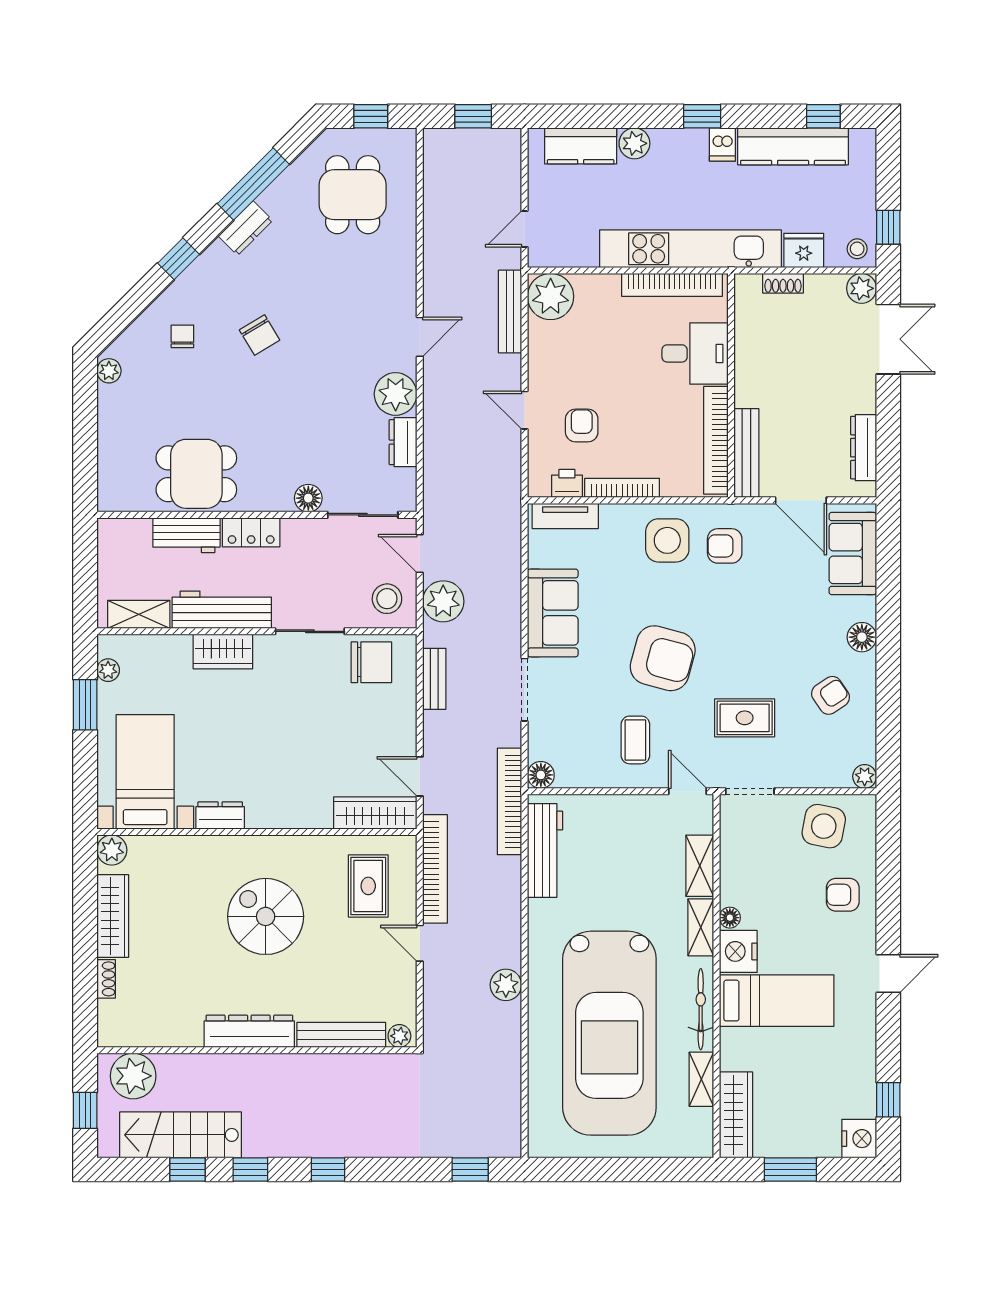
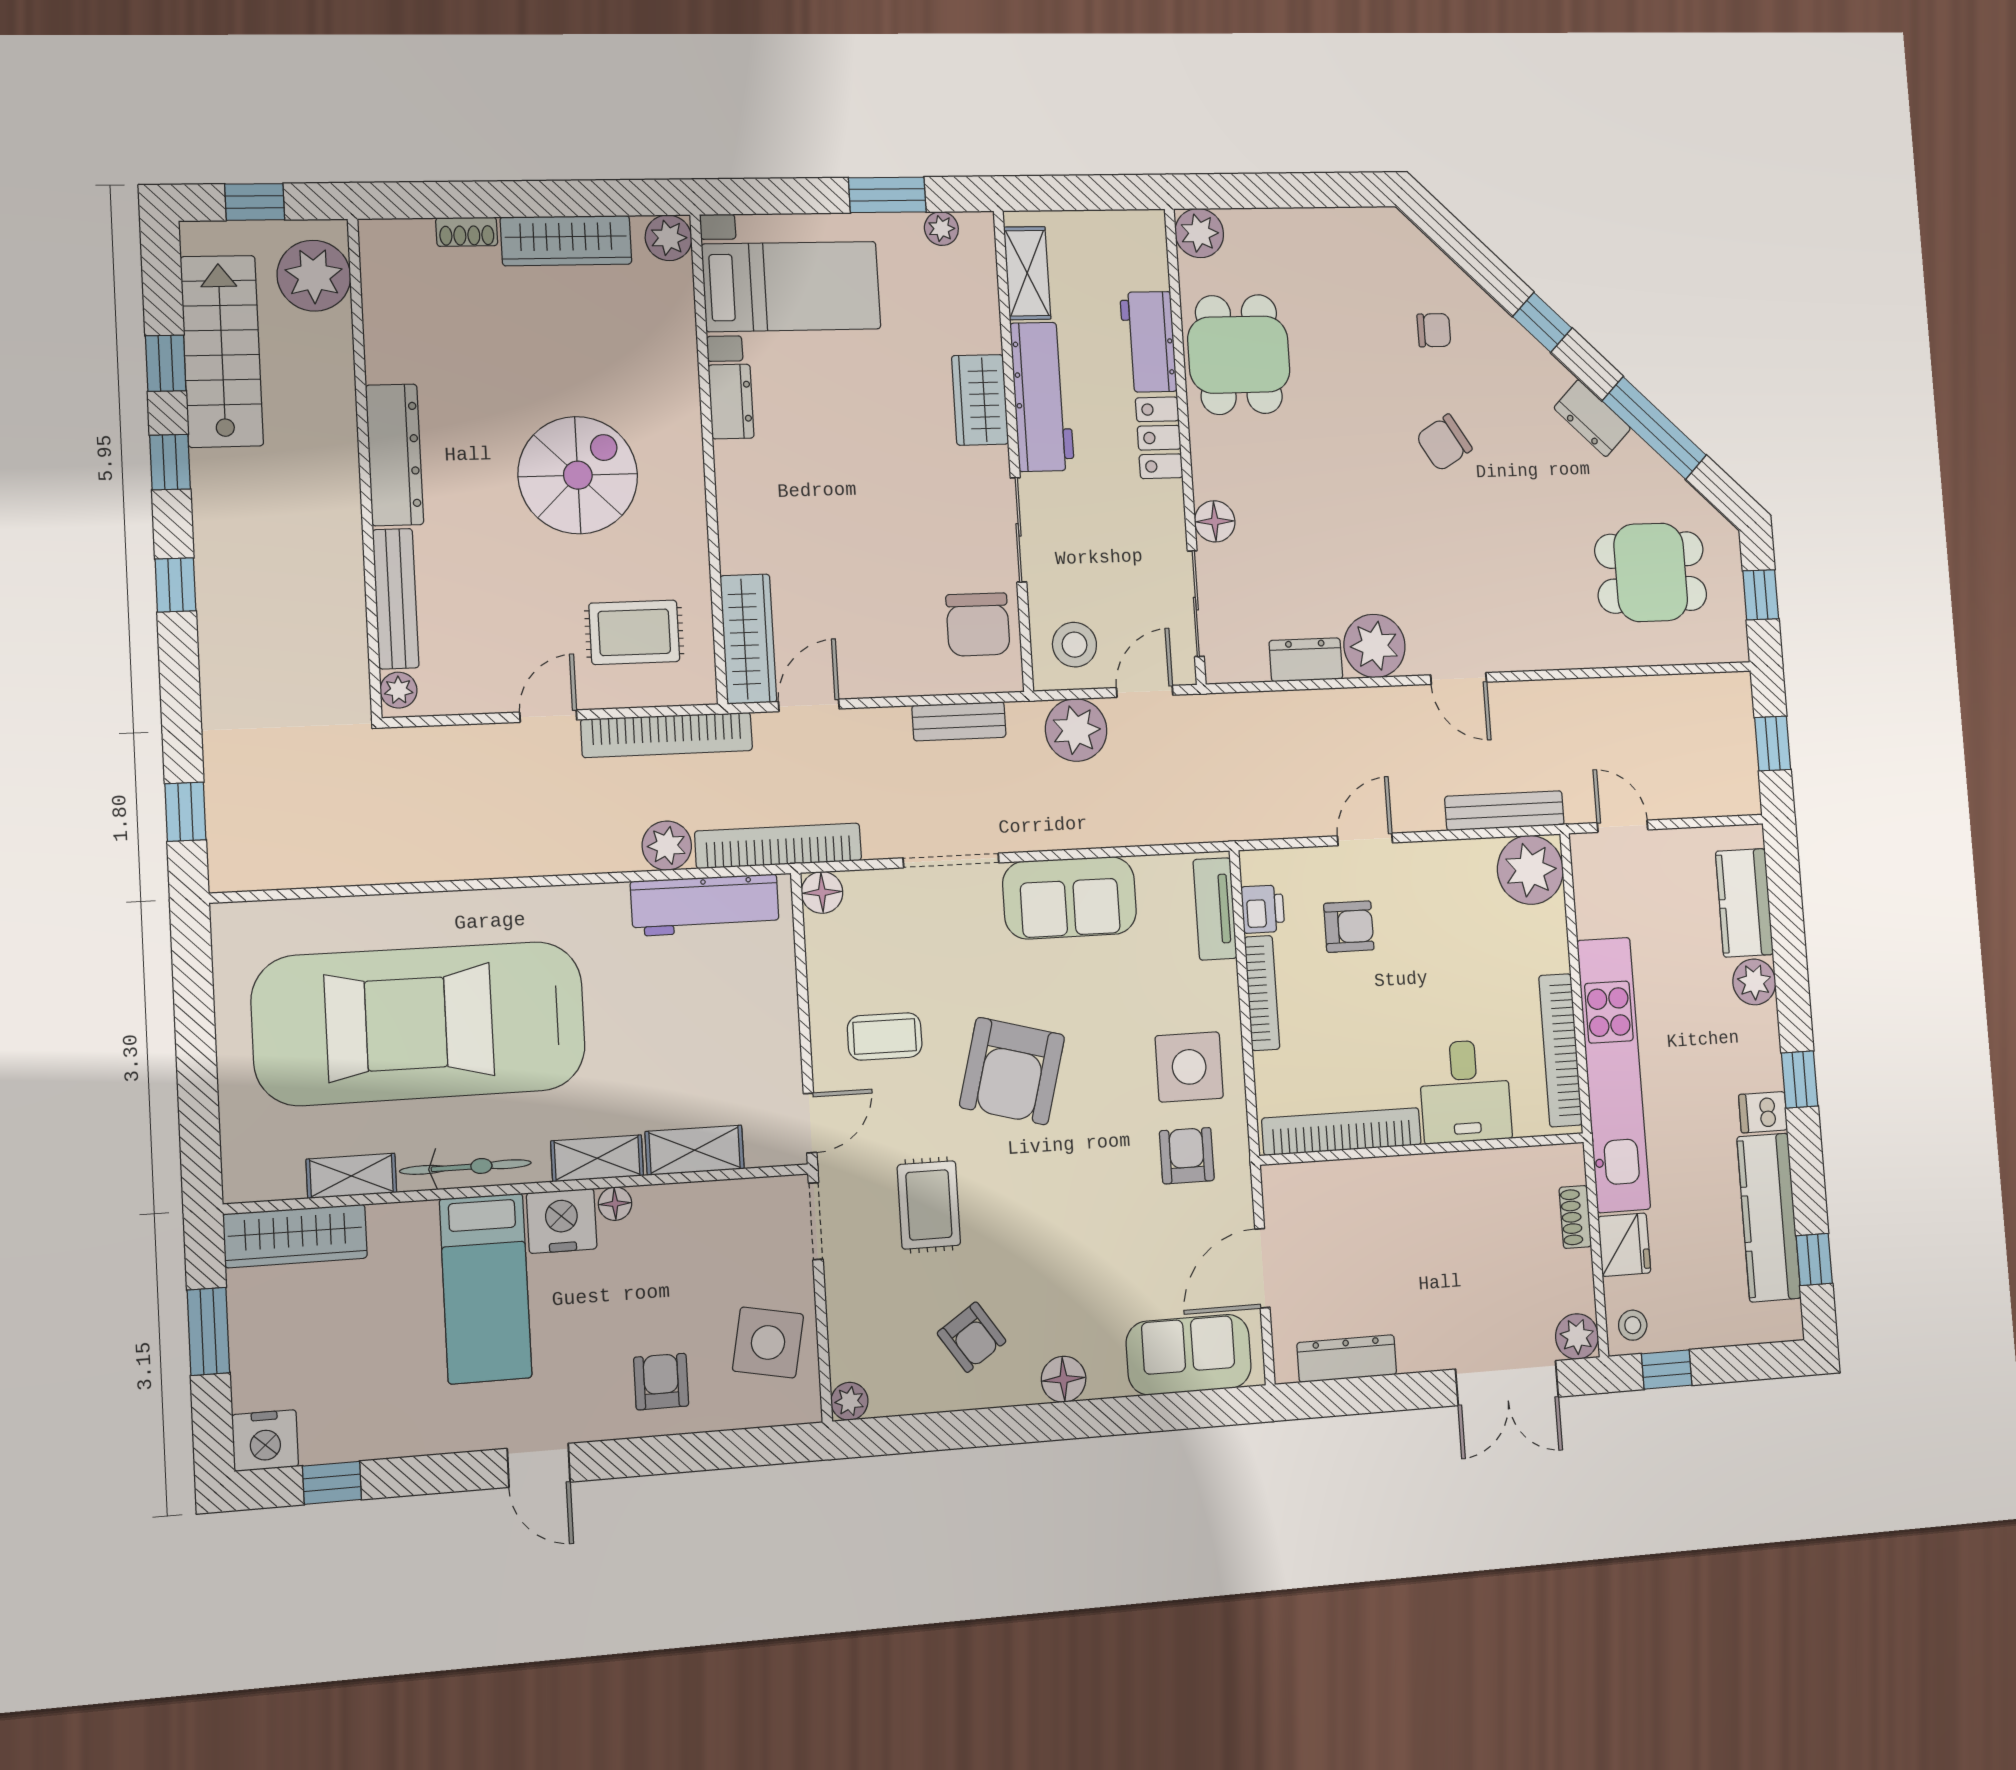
plant: (109, 371) -> (1199, 233), moved, width x1.38, depth x1.38
bench: (746, 453) -> (1326, 1179), removed
plant: (506, 985) -> (667, 846), moved

